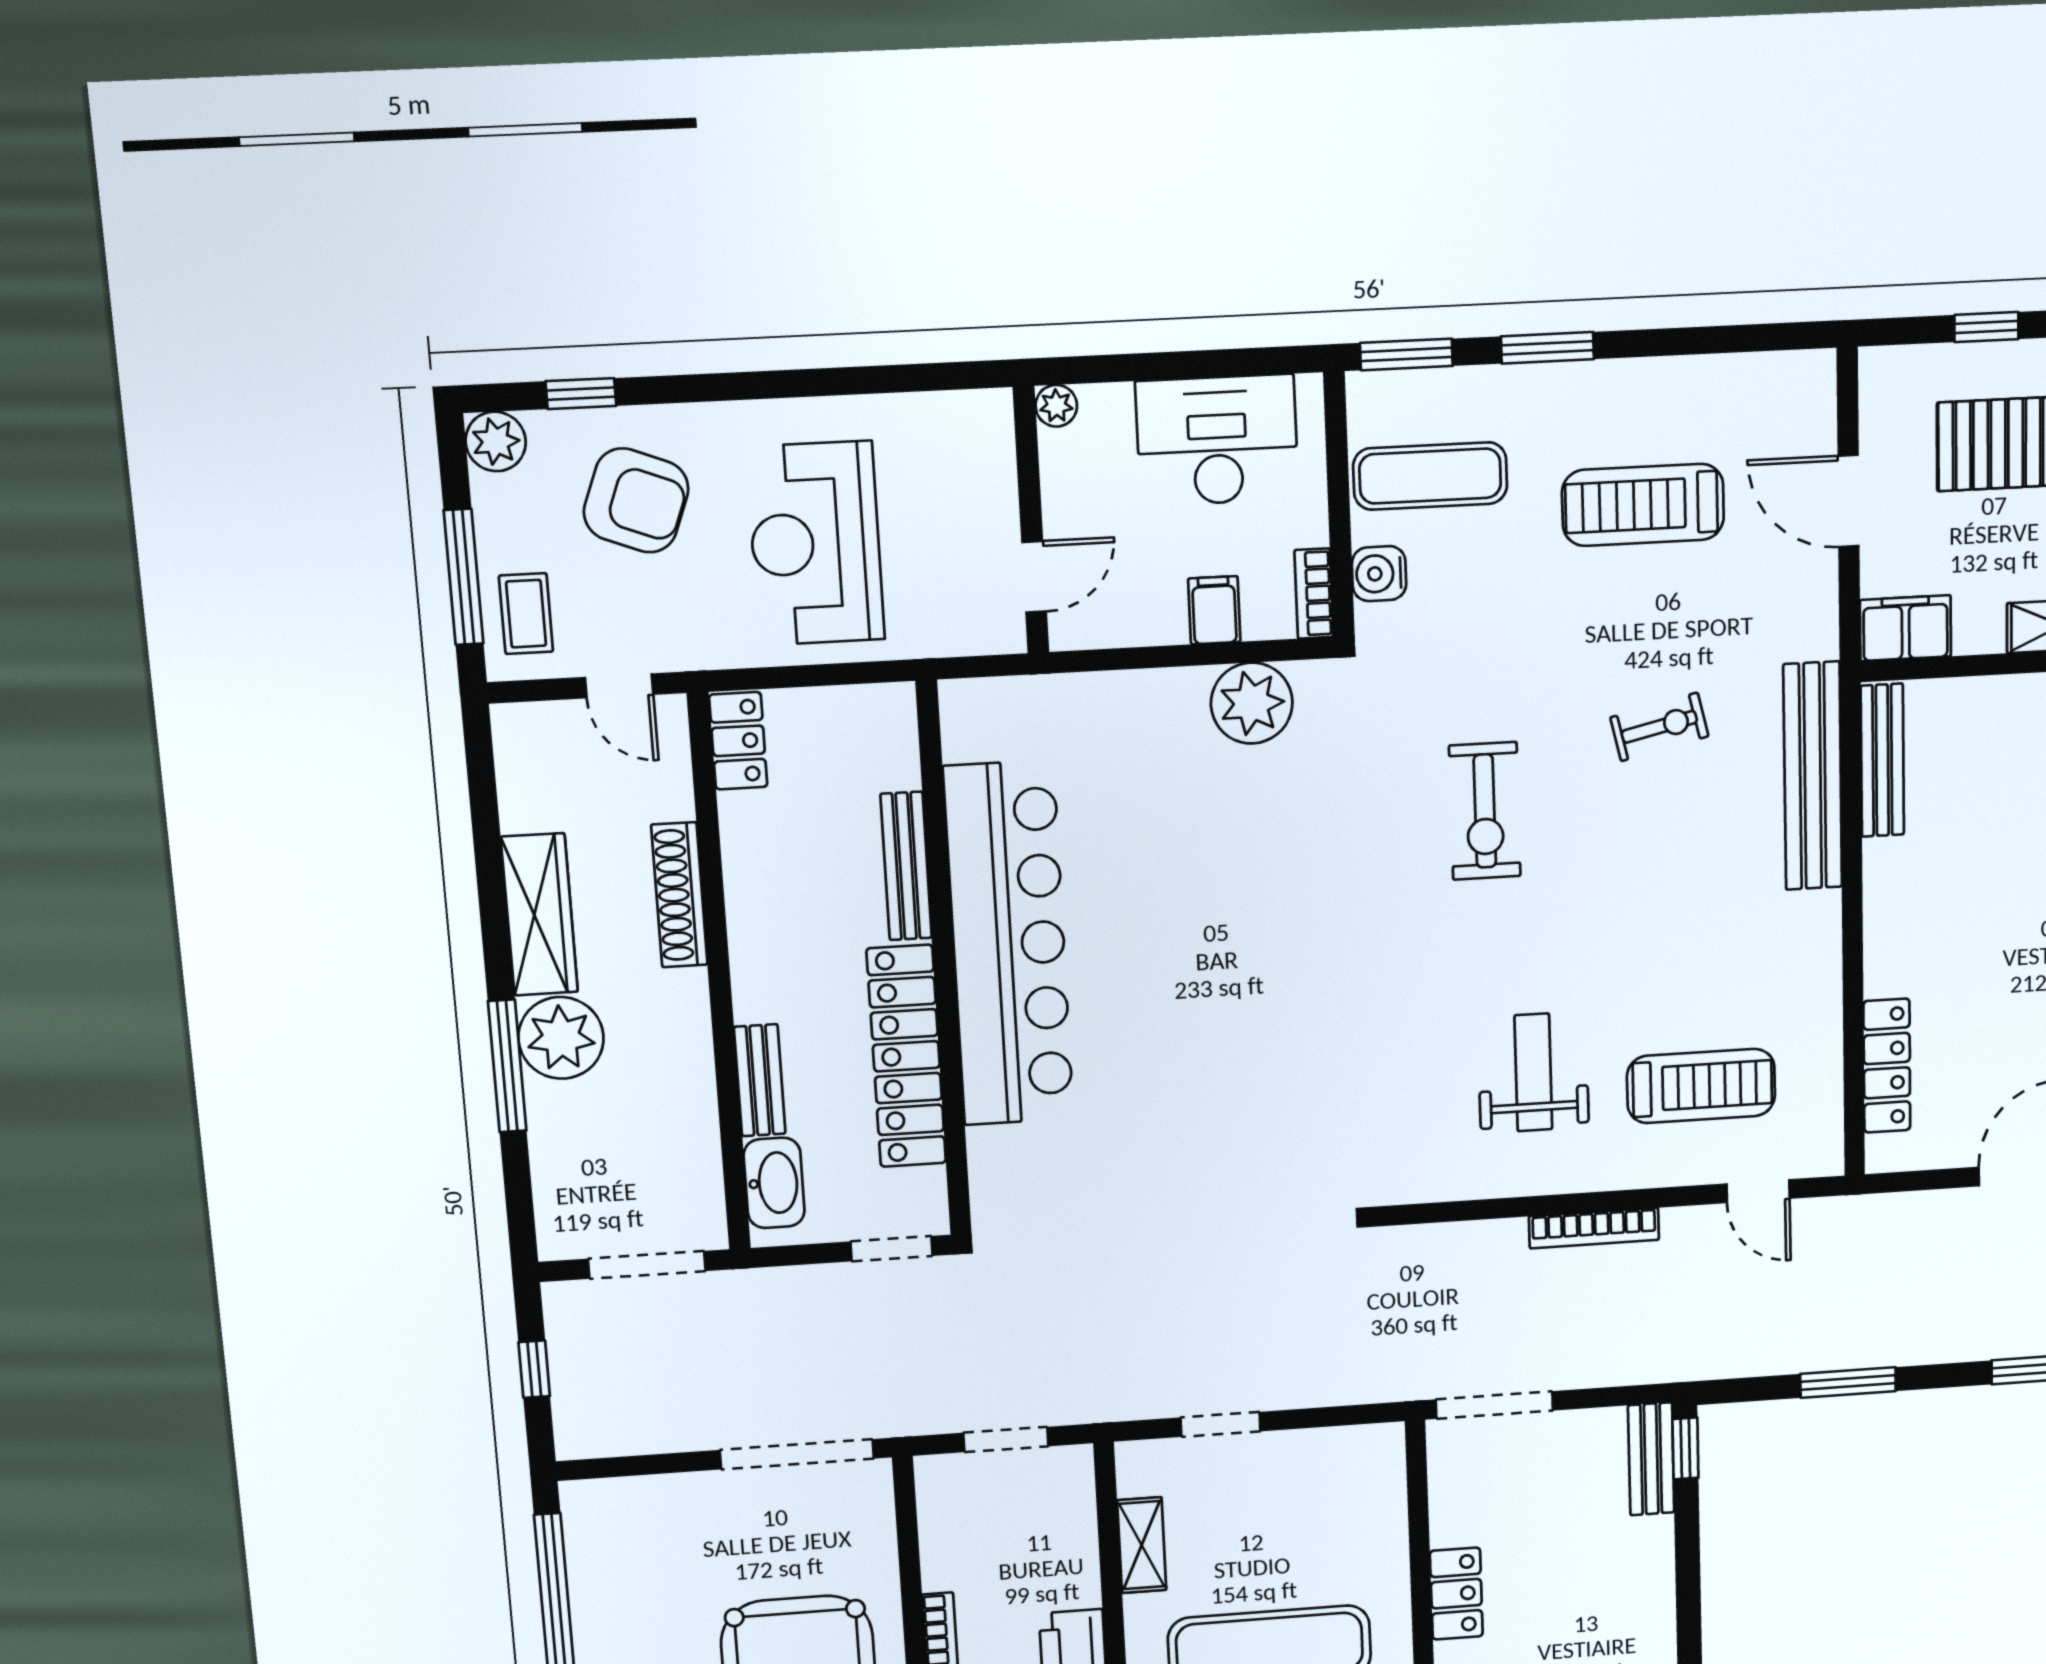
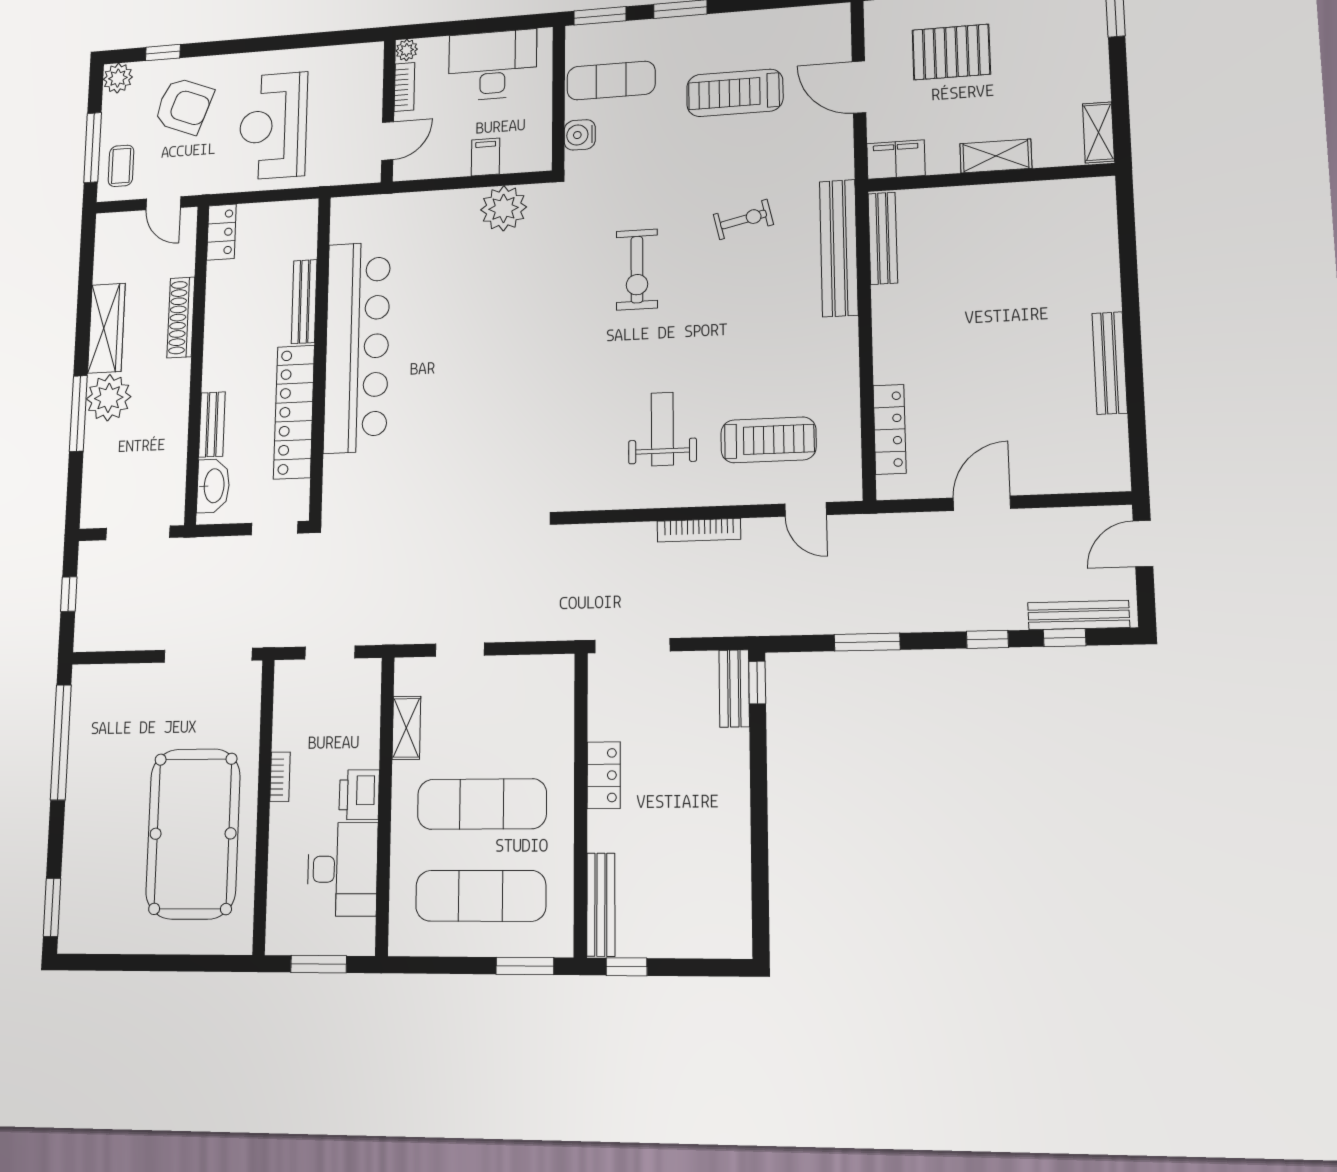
bookcase: (1314, 594) -> (404, 87), moved, turned 180

